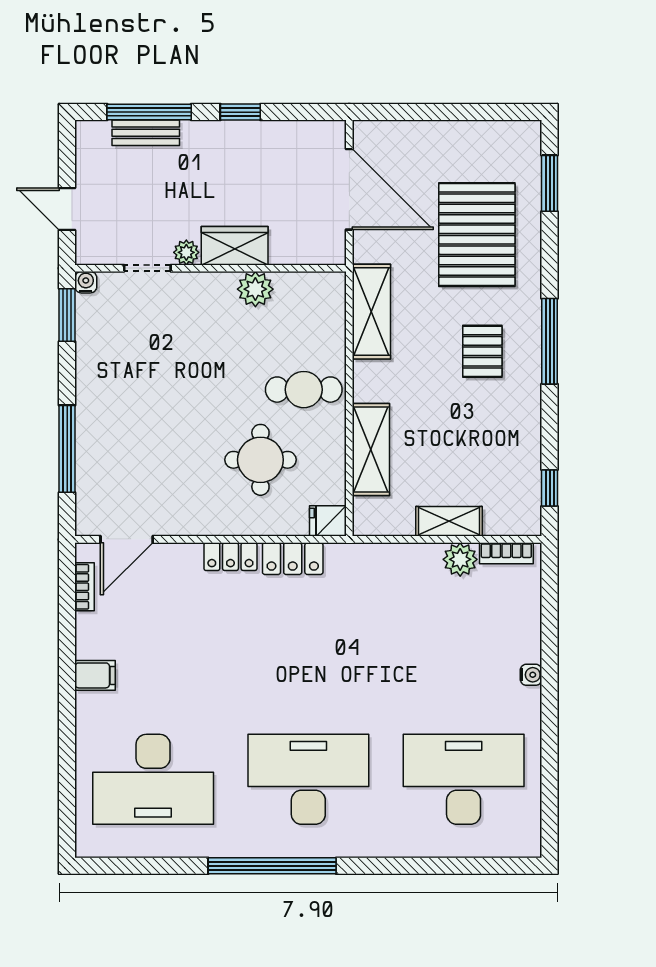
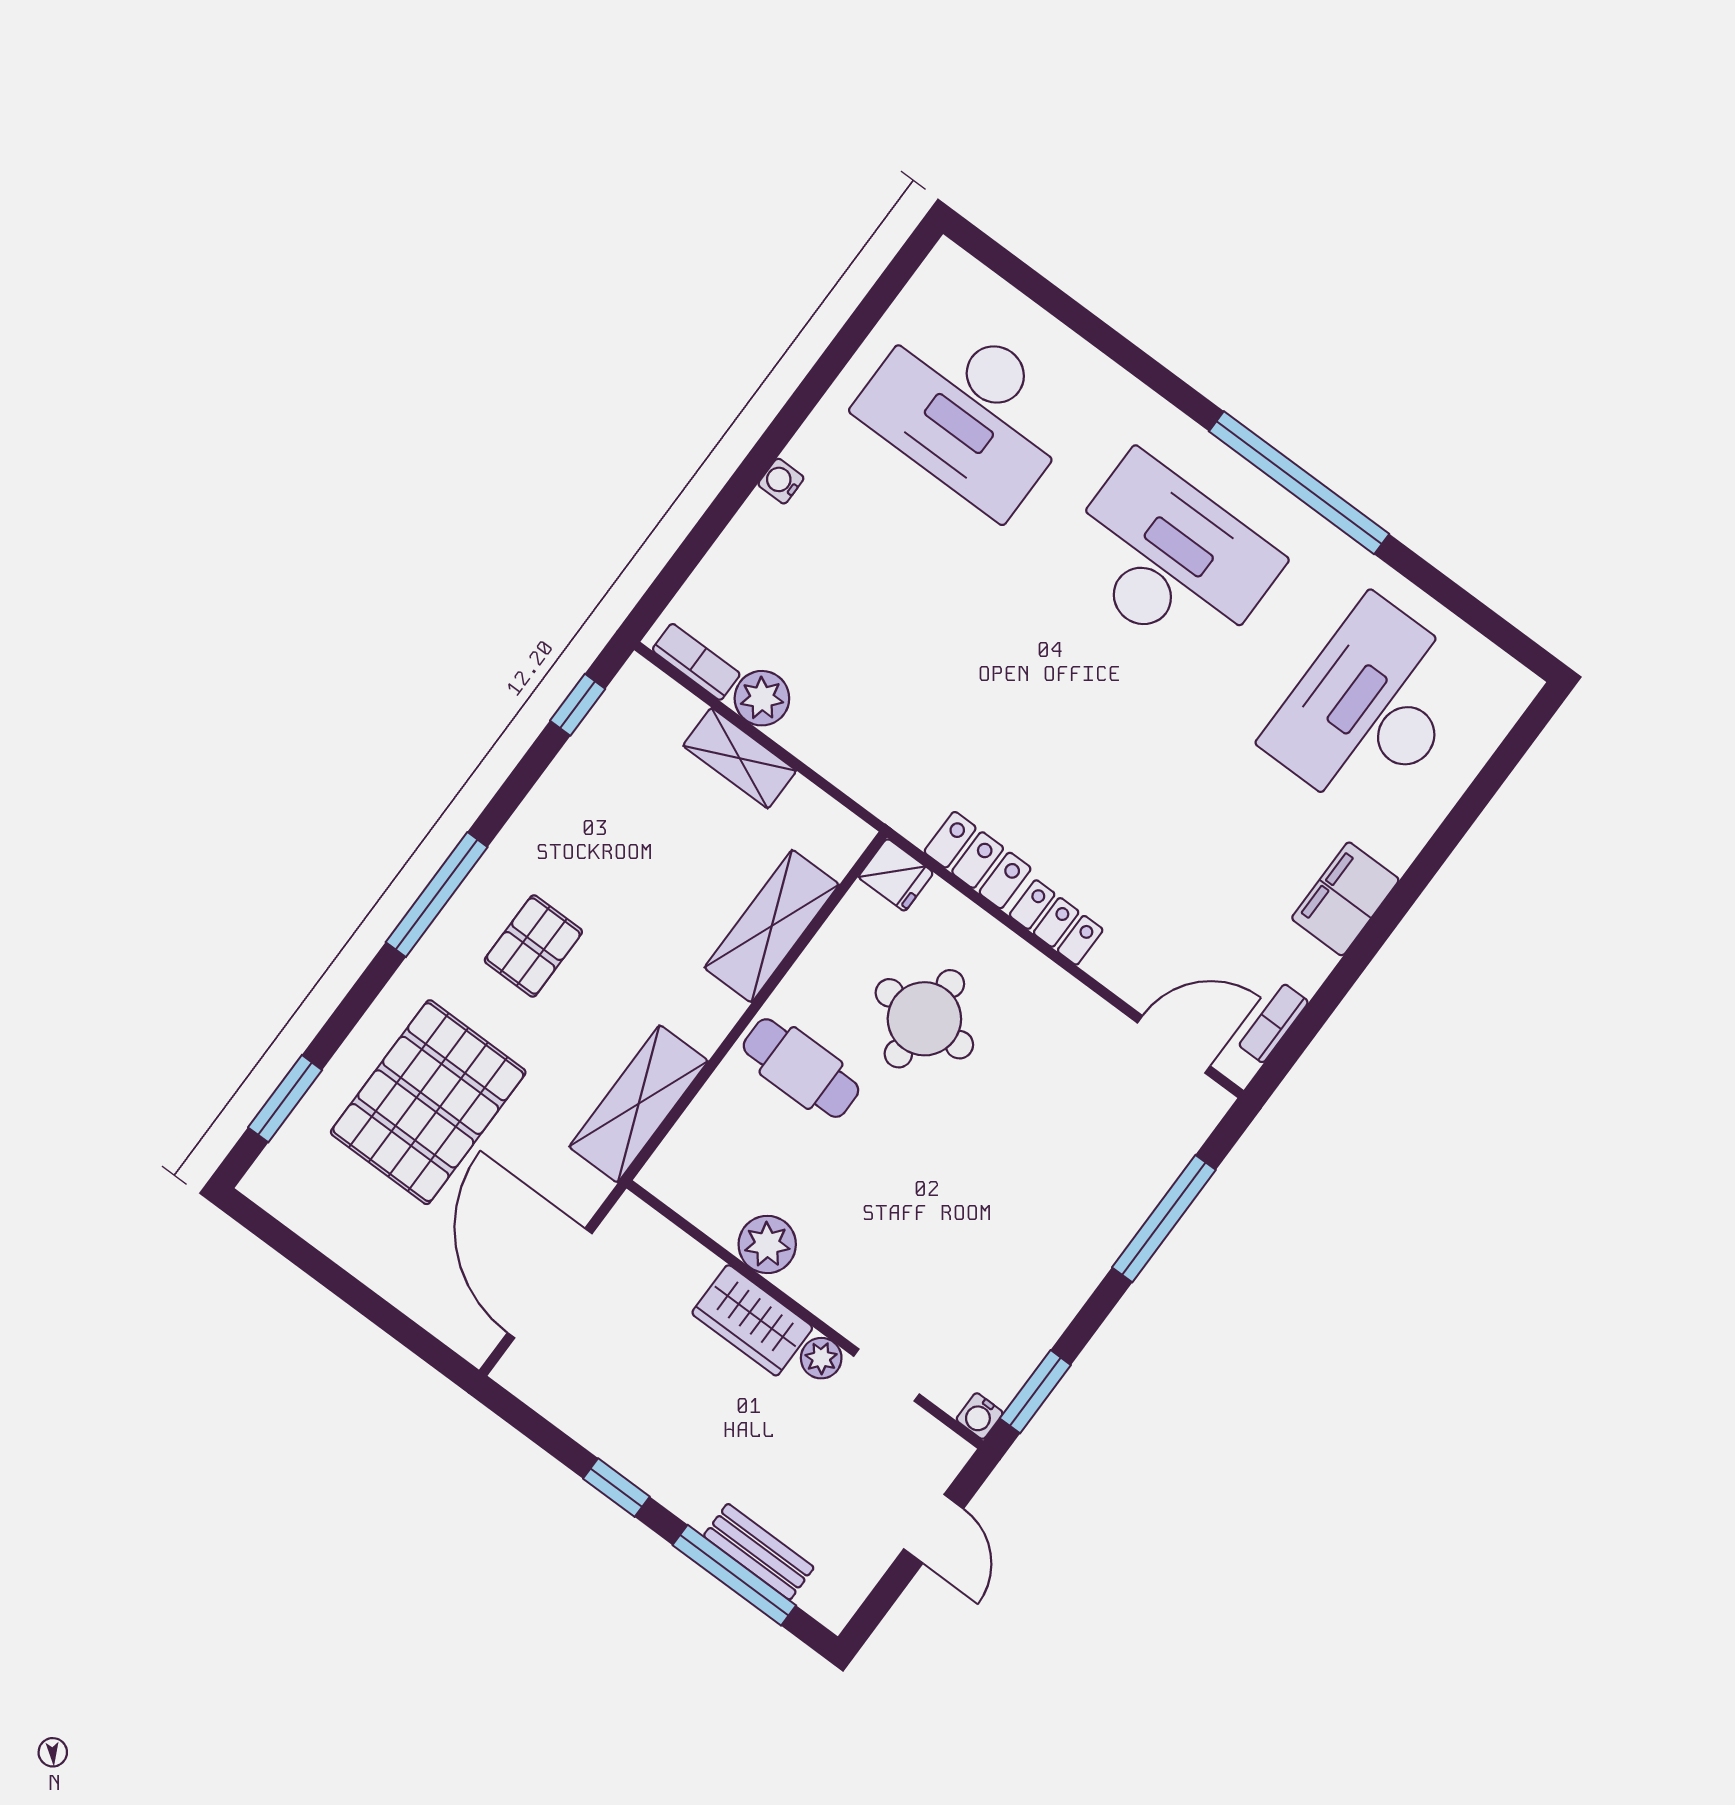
filing cabinet: (95, 675) -> (1345, 899), width x2.00
desk: (153, 779) -> (1370, 709), turned -90
desk: (308, 779) -> (1169, 560), turned 180

